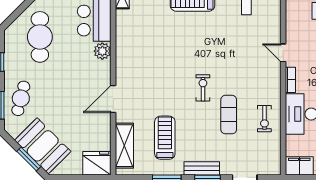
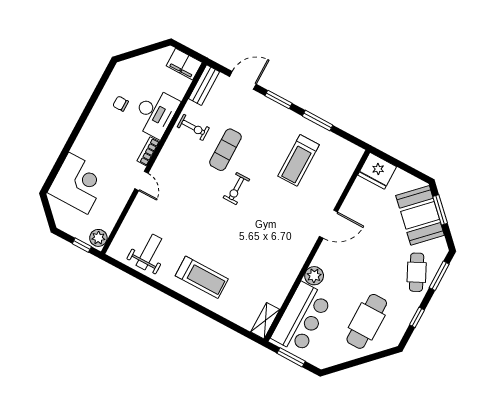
cafe table: (21, 98) -> (417, 272), turned -40
exercise bike: (264, 119) -> (193, 127), turned 90
shelving: (124, 146) -> (342, 174), removed
bench: (202, 168) -> (204, 85), moved, turned 90

